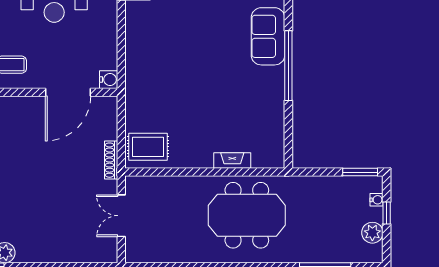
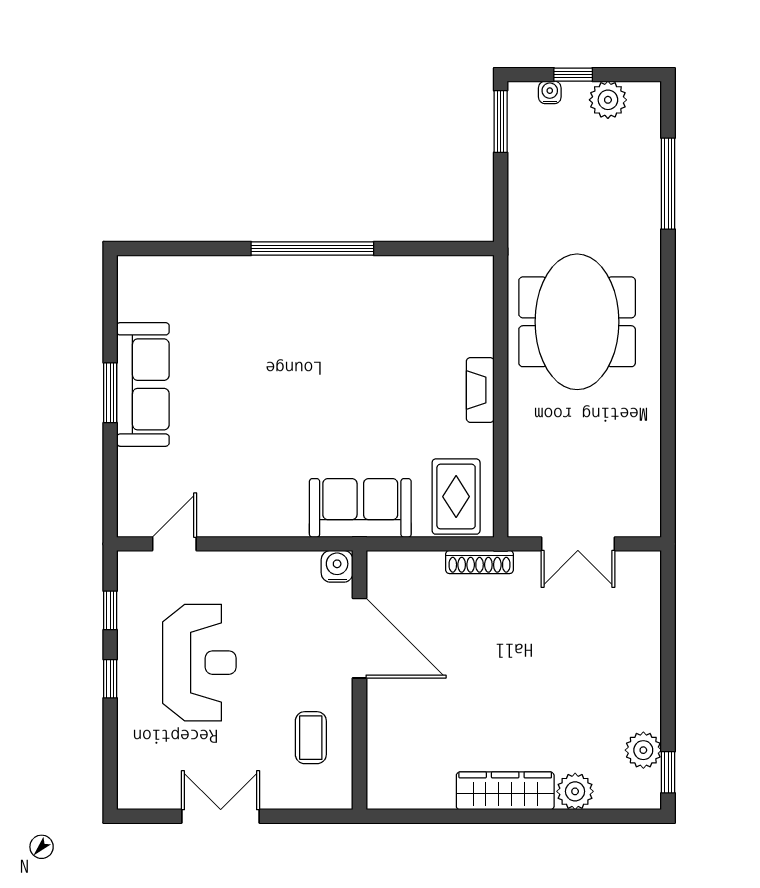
sofa: (268, 36) -> (360, 508), moved, turned 180
fireplace: (232, 161) -> (480, 390), moved

